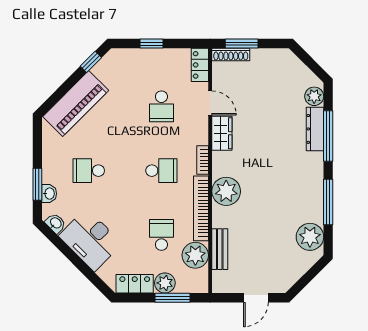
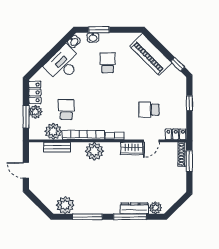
school desk: (161, 171) -> (108, 110), removed
school desk: (161, 235) -> (66, 110), turned -90

